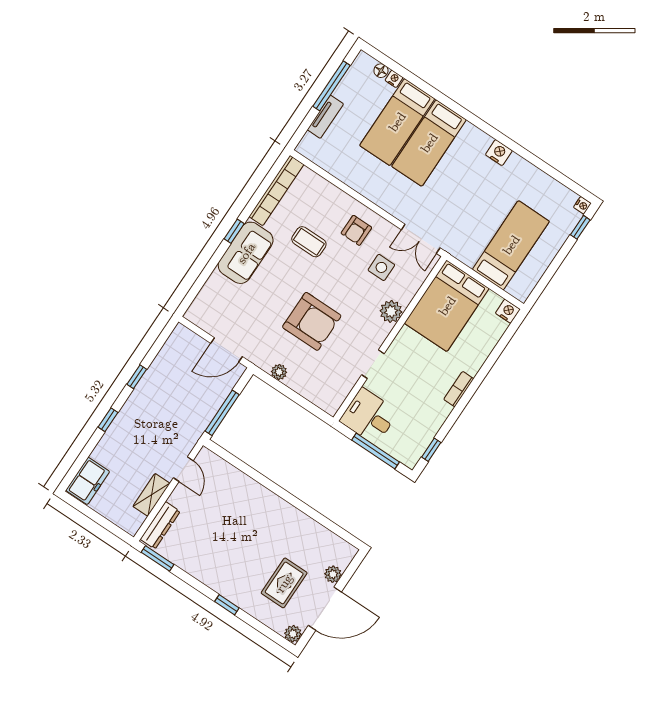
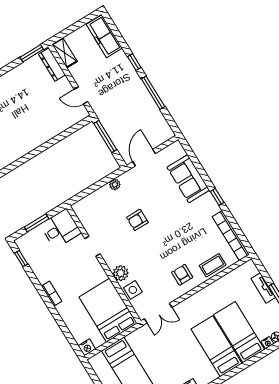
double door: (421, 239) -> (158, 313), swing flipped
coffee table: (309, 242) -> (213, 265), moved
sofa: (246, 253) -> (188, 179), moved
side table: (381, 267) -> (133, 290), moved
armchair: (312, 321) -> (137, 220), width x0.53, depth x0.53
window: (137, 377) -> (153, 93), width x2.17
window: (376, 451) -> (37, 223), width x0.69
freezer: (88, 481) -> (104, 36), width x1.40
shelving: (151, 495) -> (65, 53), moved

